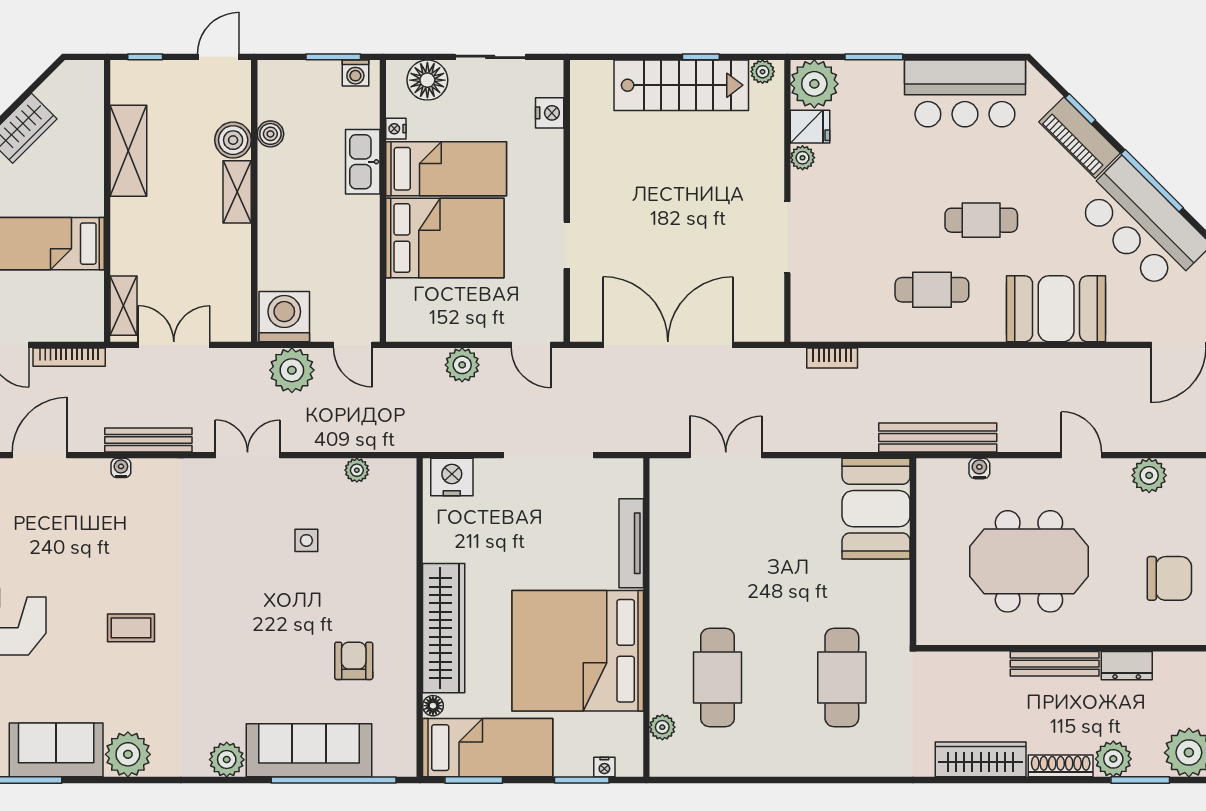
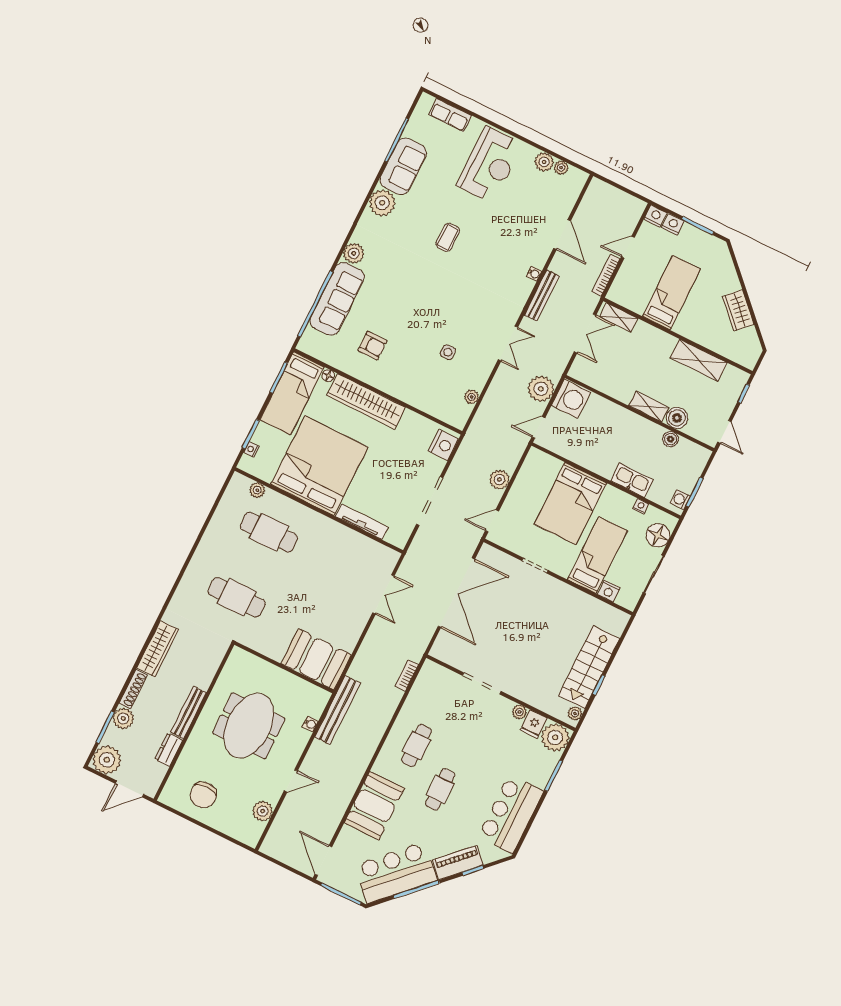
bed: (446, 169) -> (597, 555), moved, turned 180

